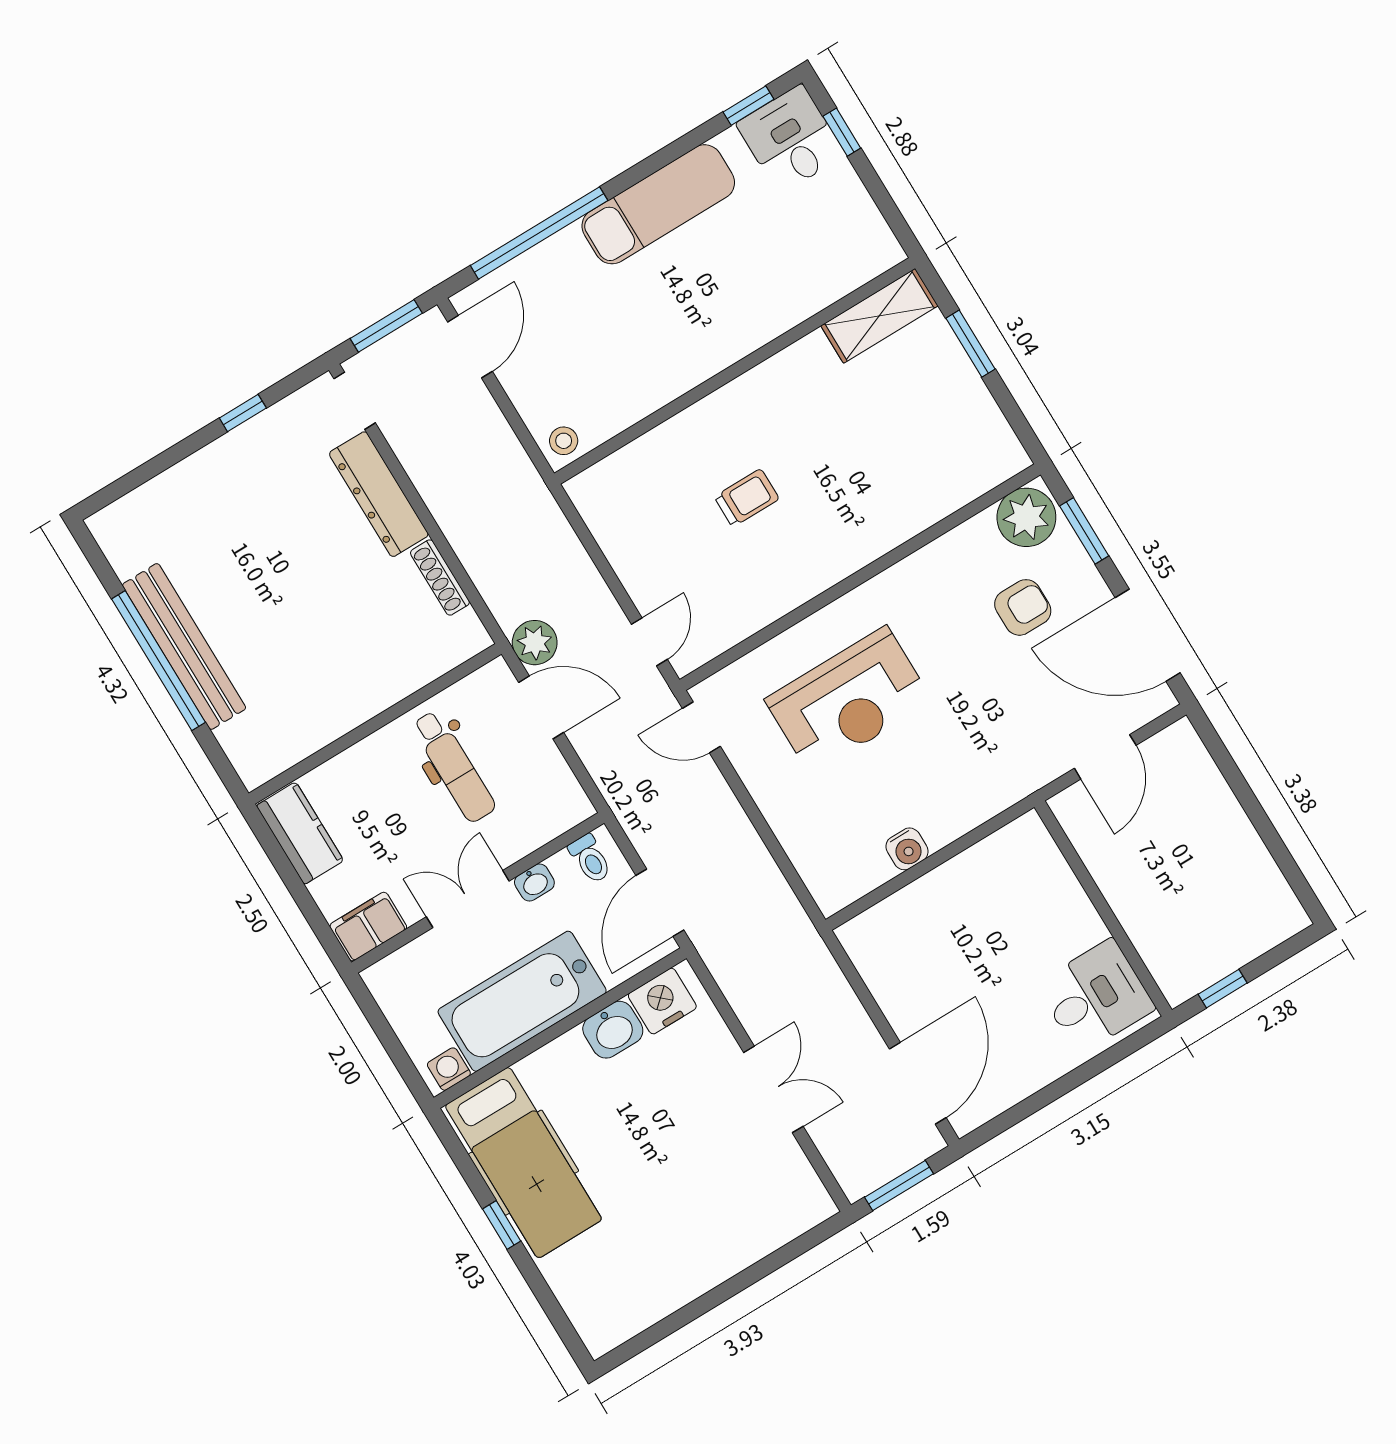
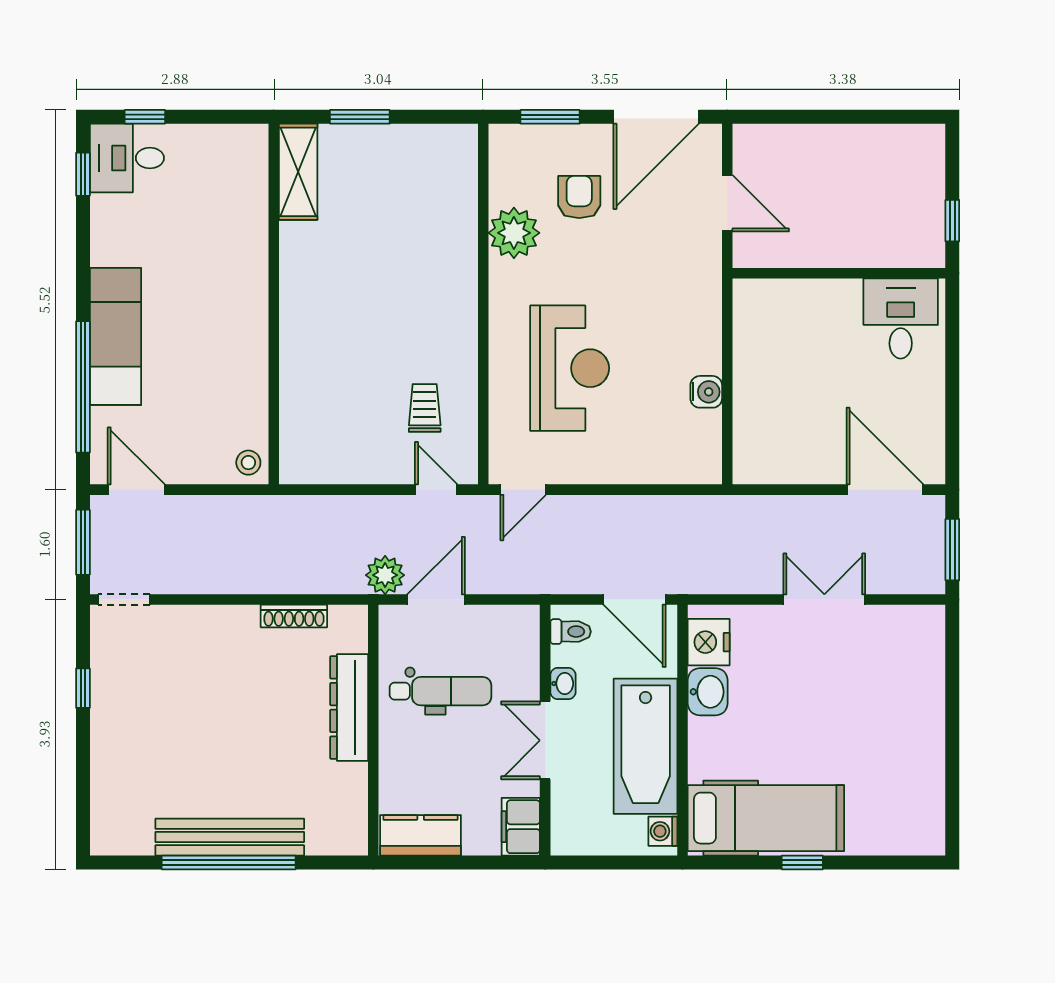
exam couch: (658, 204) -> (116, 336), moved
dresser: (379, 494) -> (349, 707), moved, turned 90
trolley: (747, 498) -> (425, 408), moved
plant: (1026, 517) -> (514, 233), moved

